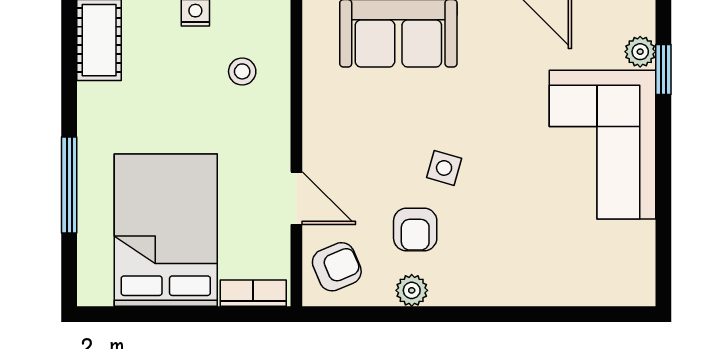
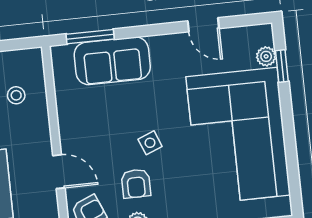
corner sofa: (602, 145) -> (238, 136), width x1.36, depth x1.36
side table: (444, 168) -> (150, 143), turned -38

